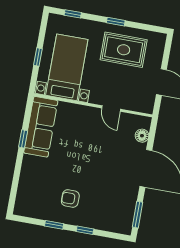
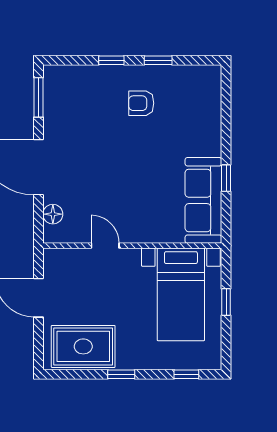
rug: (124, 50) -> (83, 346), moved
armchair: (70, 198) -> (141, 103), turned 180

